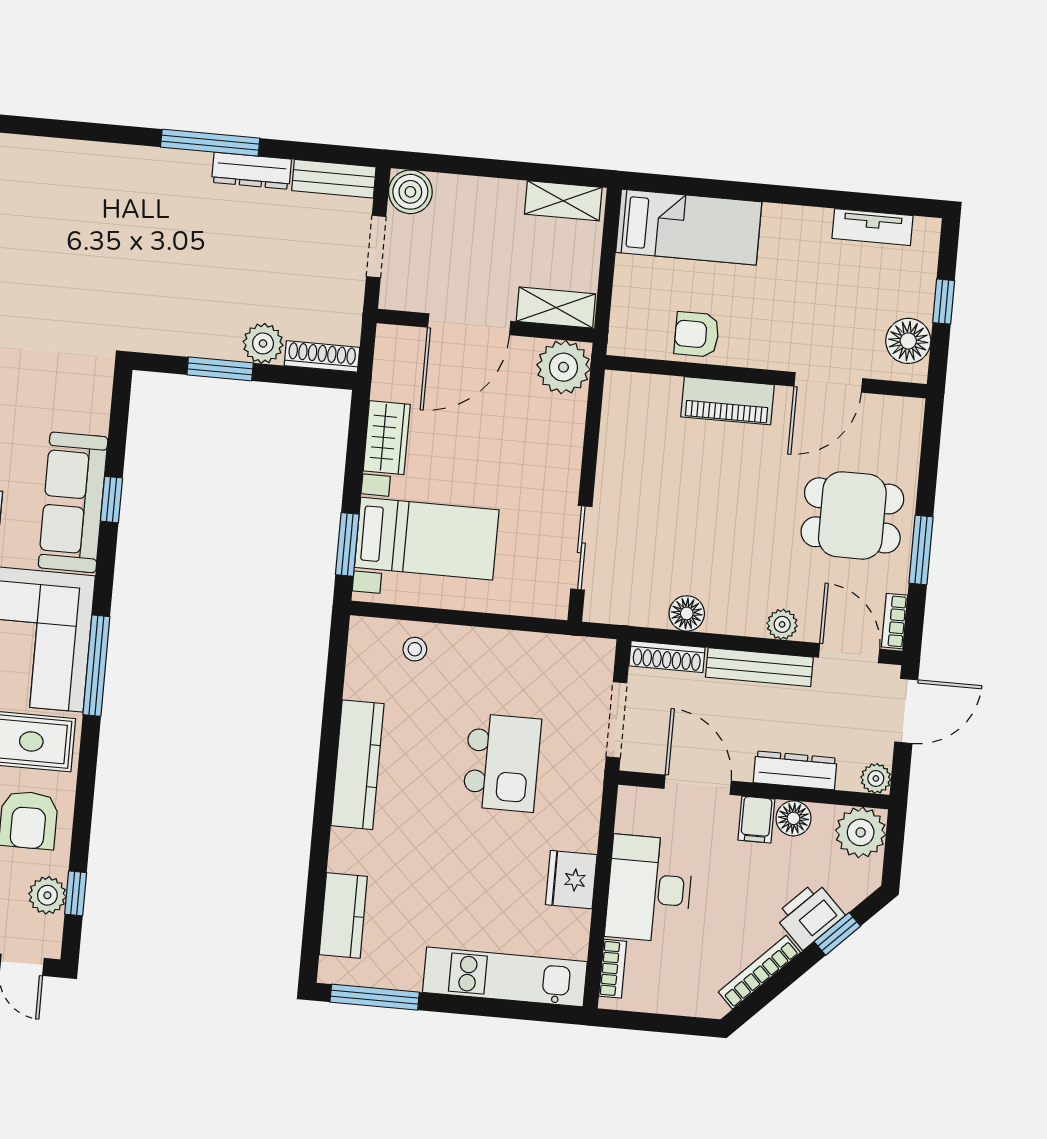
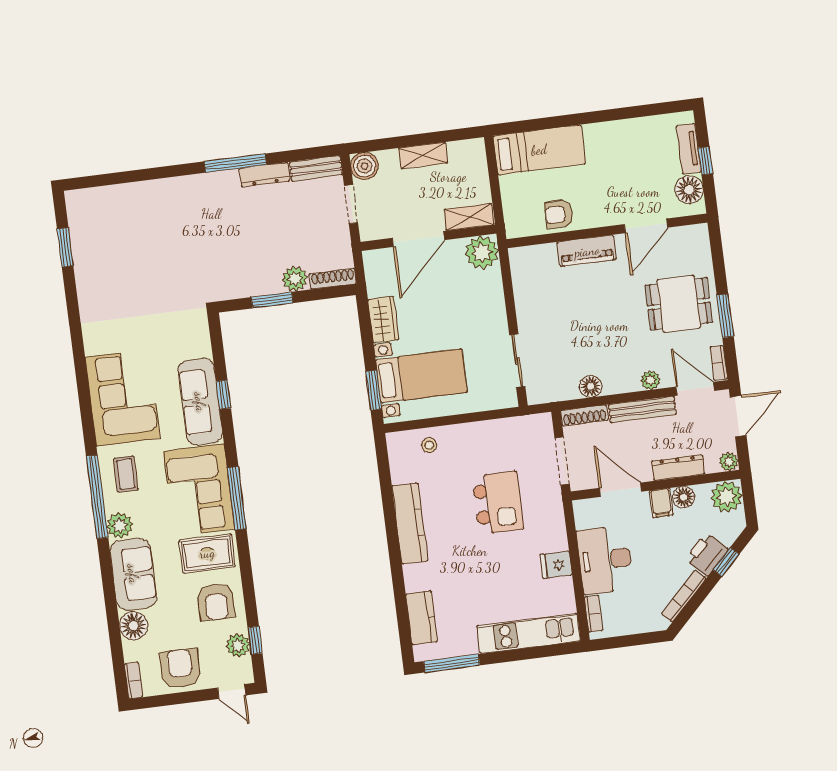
shelving: (563, 201) -> (423, 155), moved
tv unit: (873, 227) -> (689, 149), moved, turned 90
fridge: (571, 880) -> (556, 565), width x0.72

